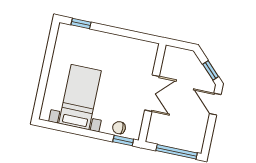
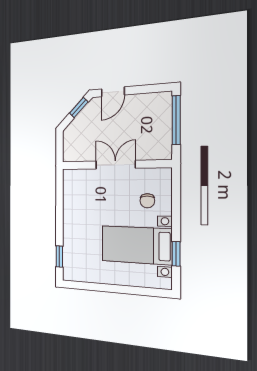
chair: (119, 128) -> (147, 201), moved
window: (123, 140) -> (176, 254), moved

